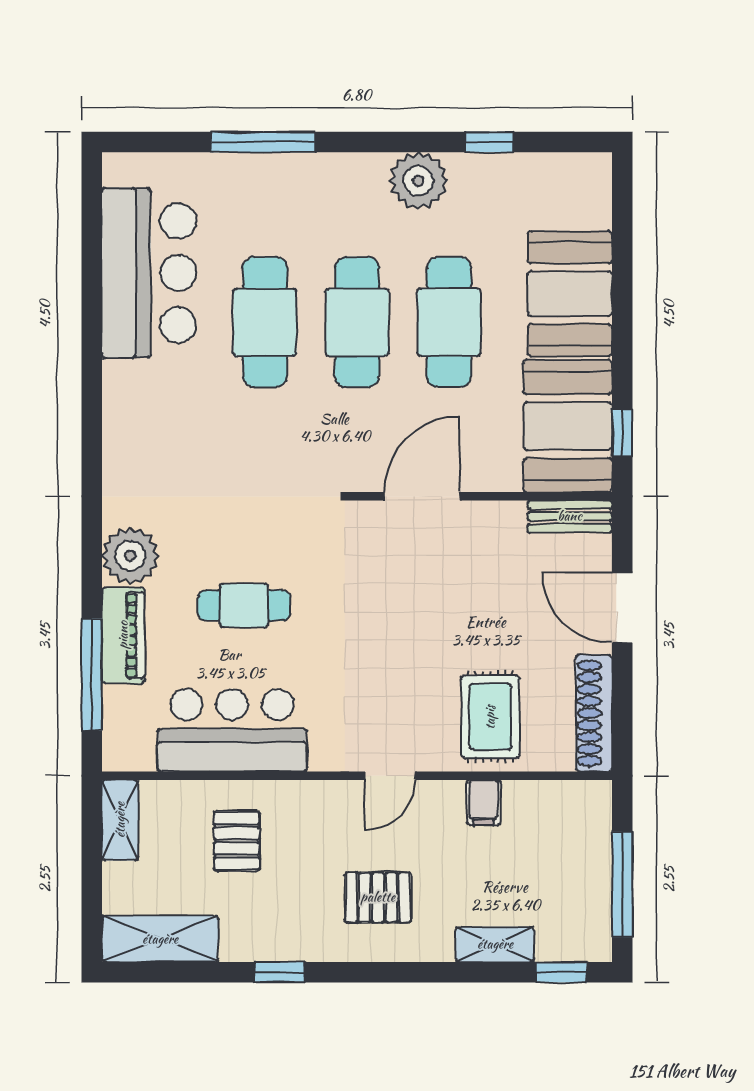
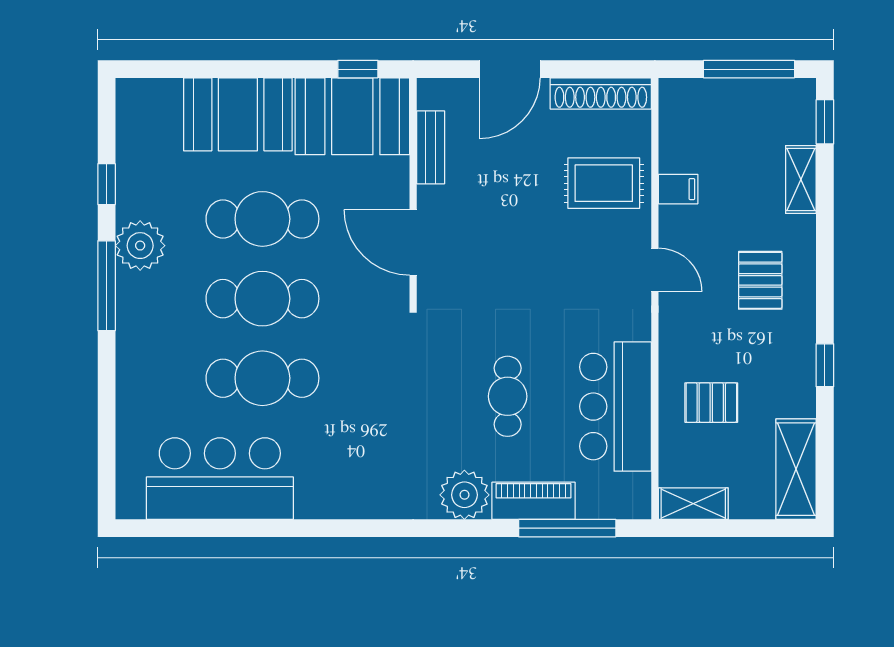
window: (263, 142) -> (107, 286), moved
bench: (570, 516) -> (431, 147), moved

